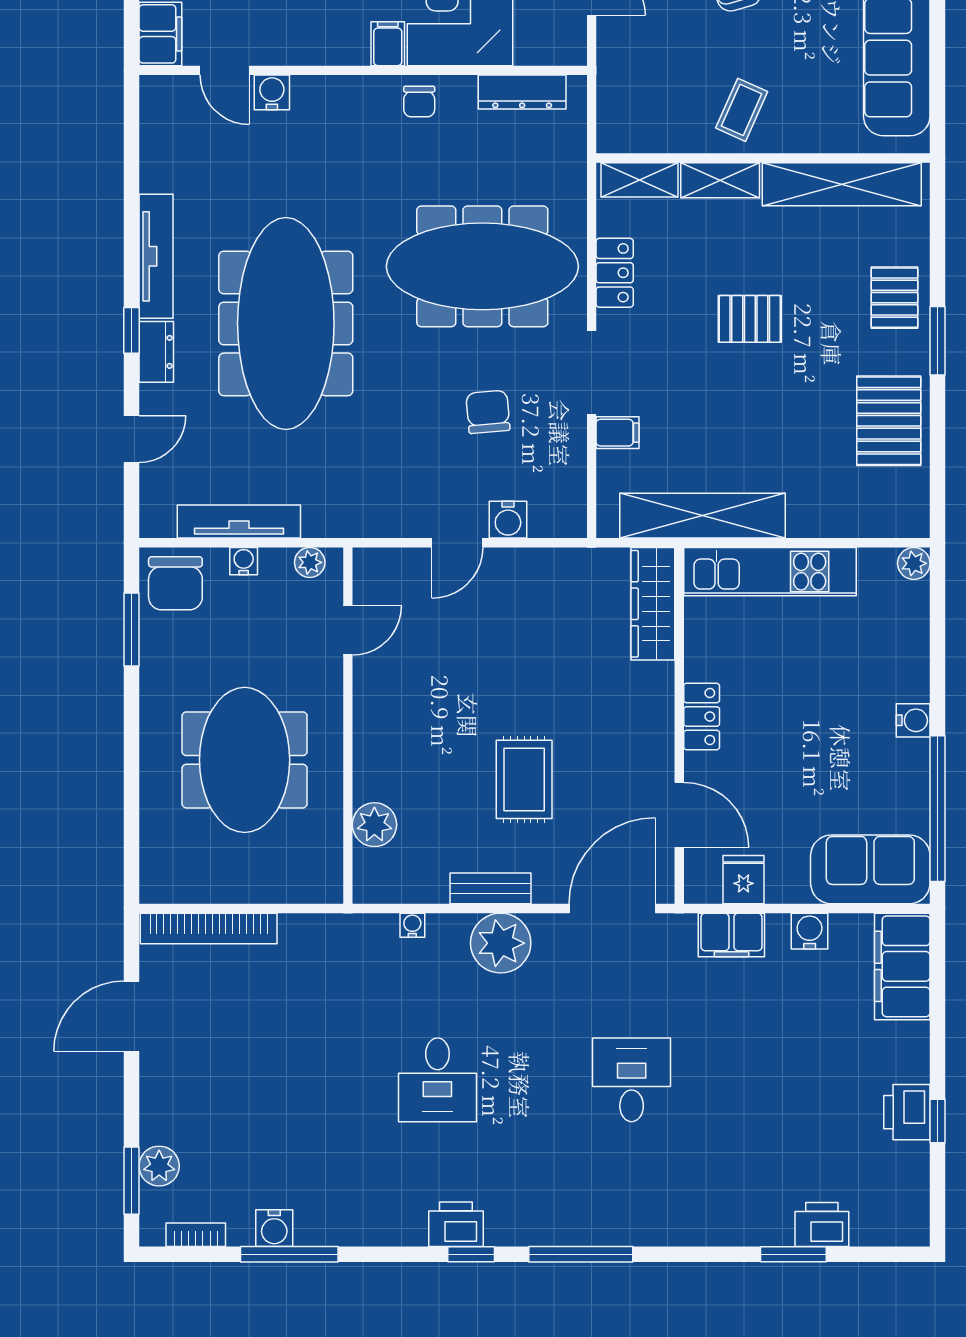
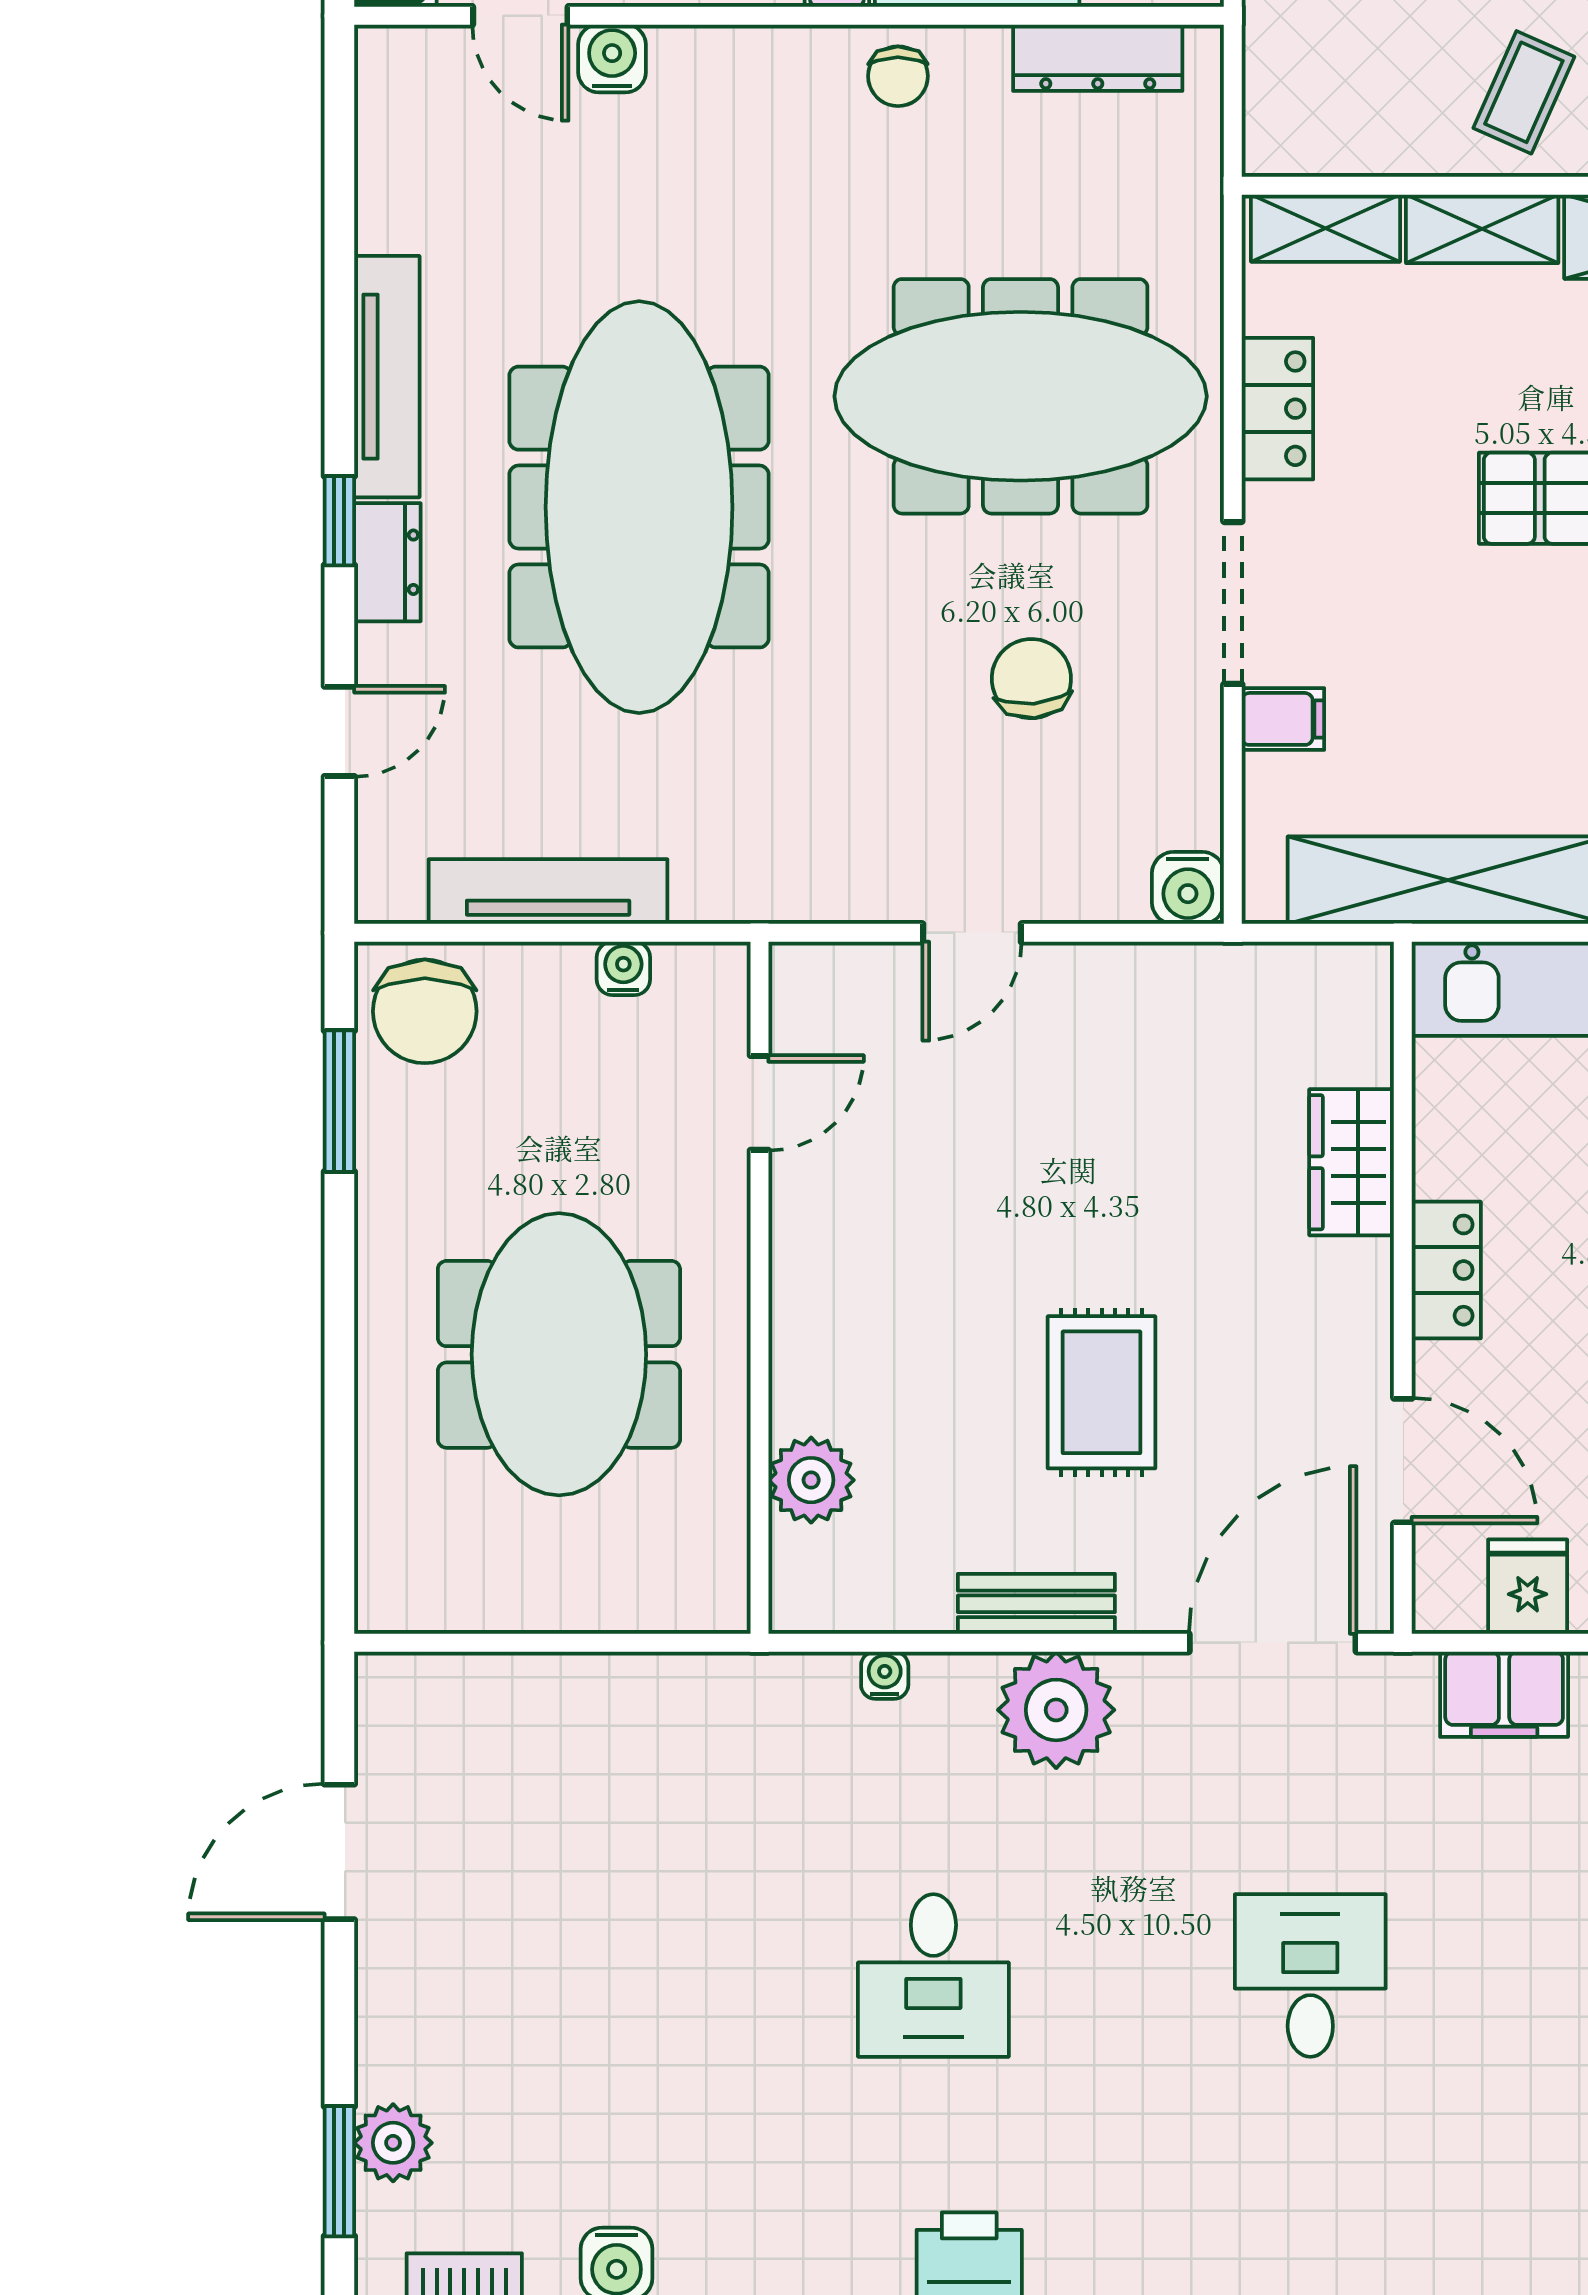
water cooler: (508, 520) -> (1188, 888), moved
water cooler: (244, 561) -> (623, 968), moved
plant: (310, 562) -> (685, 971), removed
wardrobe: (653, 604) -> (1352, 1162), moved, width x0.67
bookcase: (209, 929) -> (489, 1682), removed

